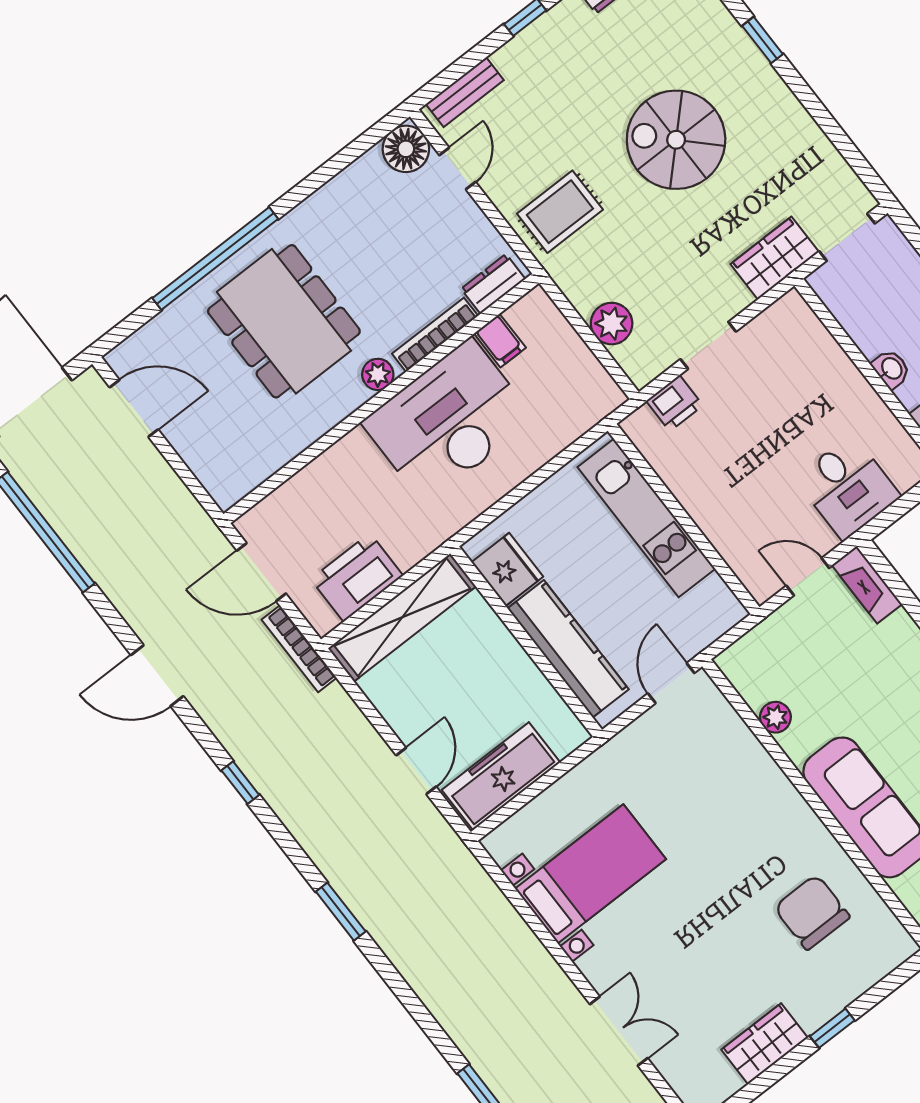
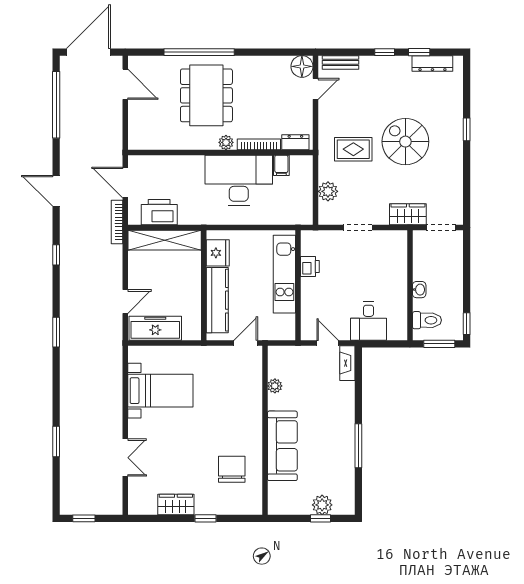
rug: (560, 212) -> (353, 149), moved
printer: (675, 403) -> (310, 267), moved, turned -90

